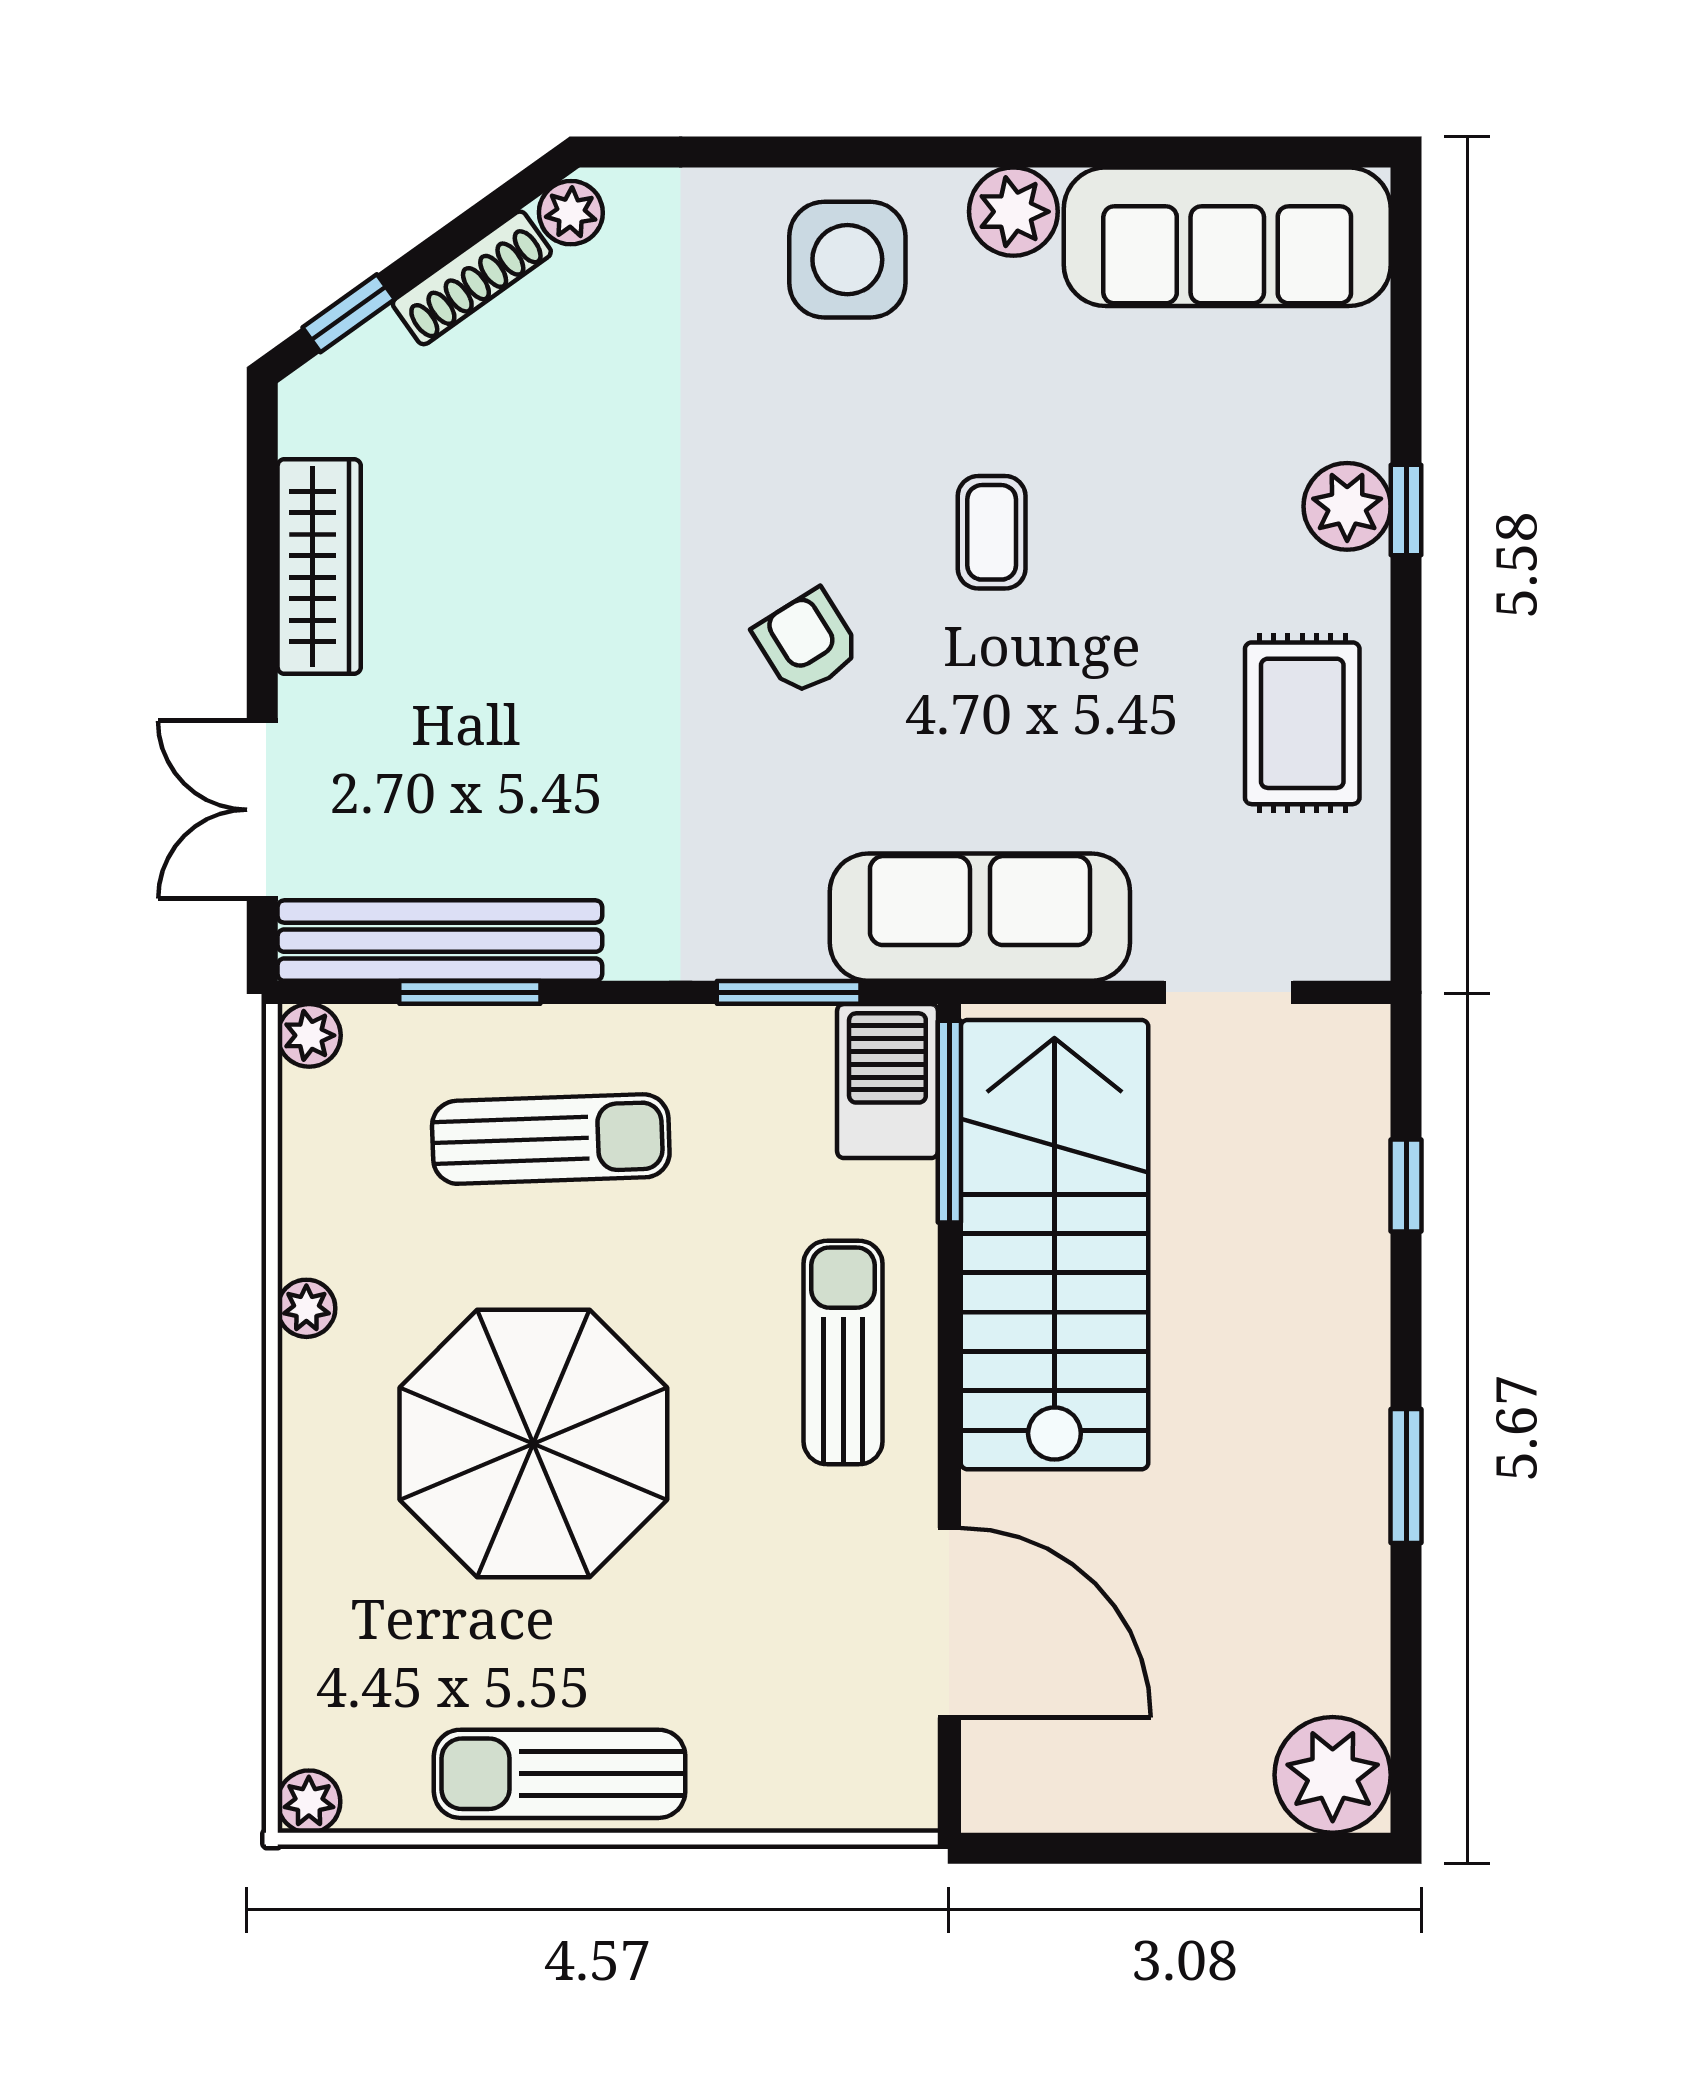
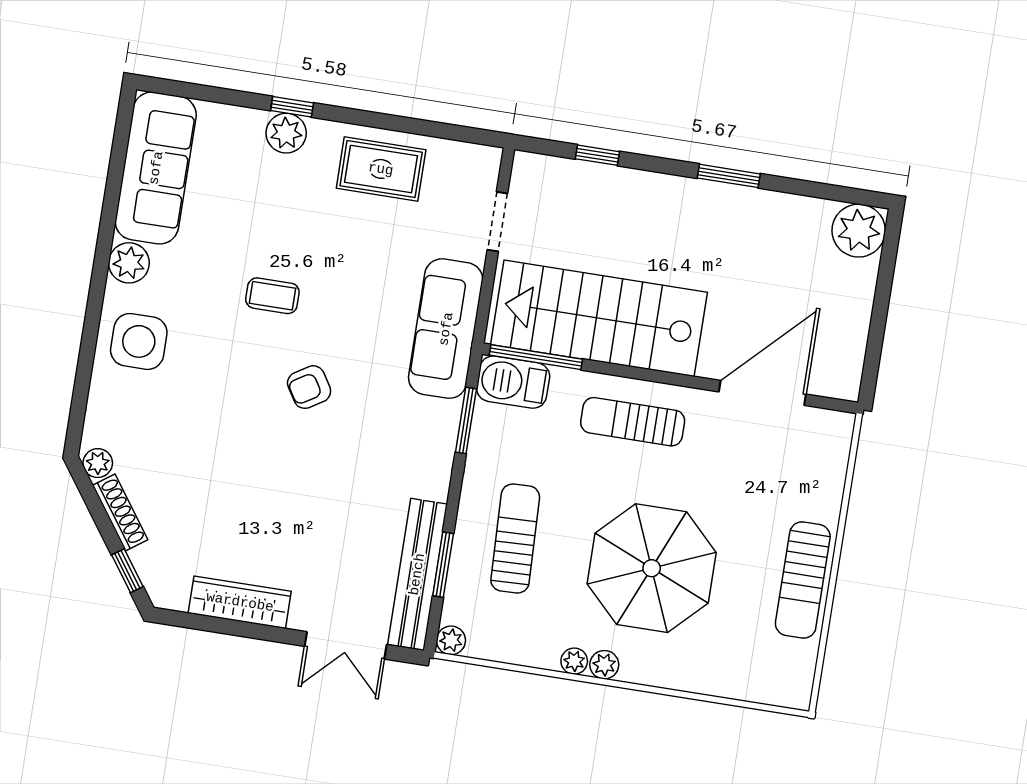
plant: (309, 1802) -> (604, 665), moved

